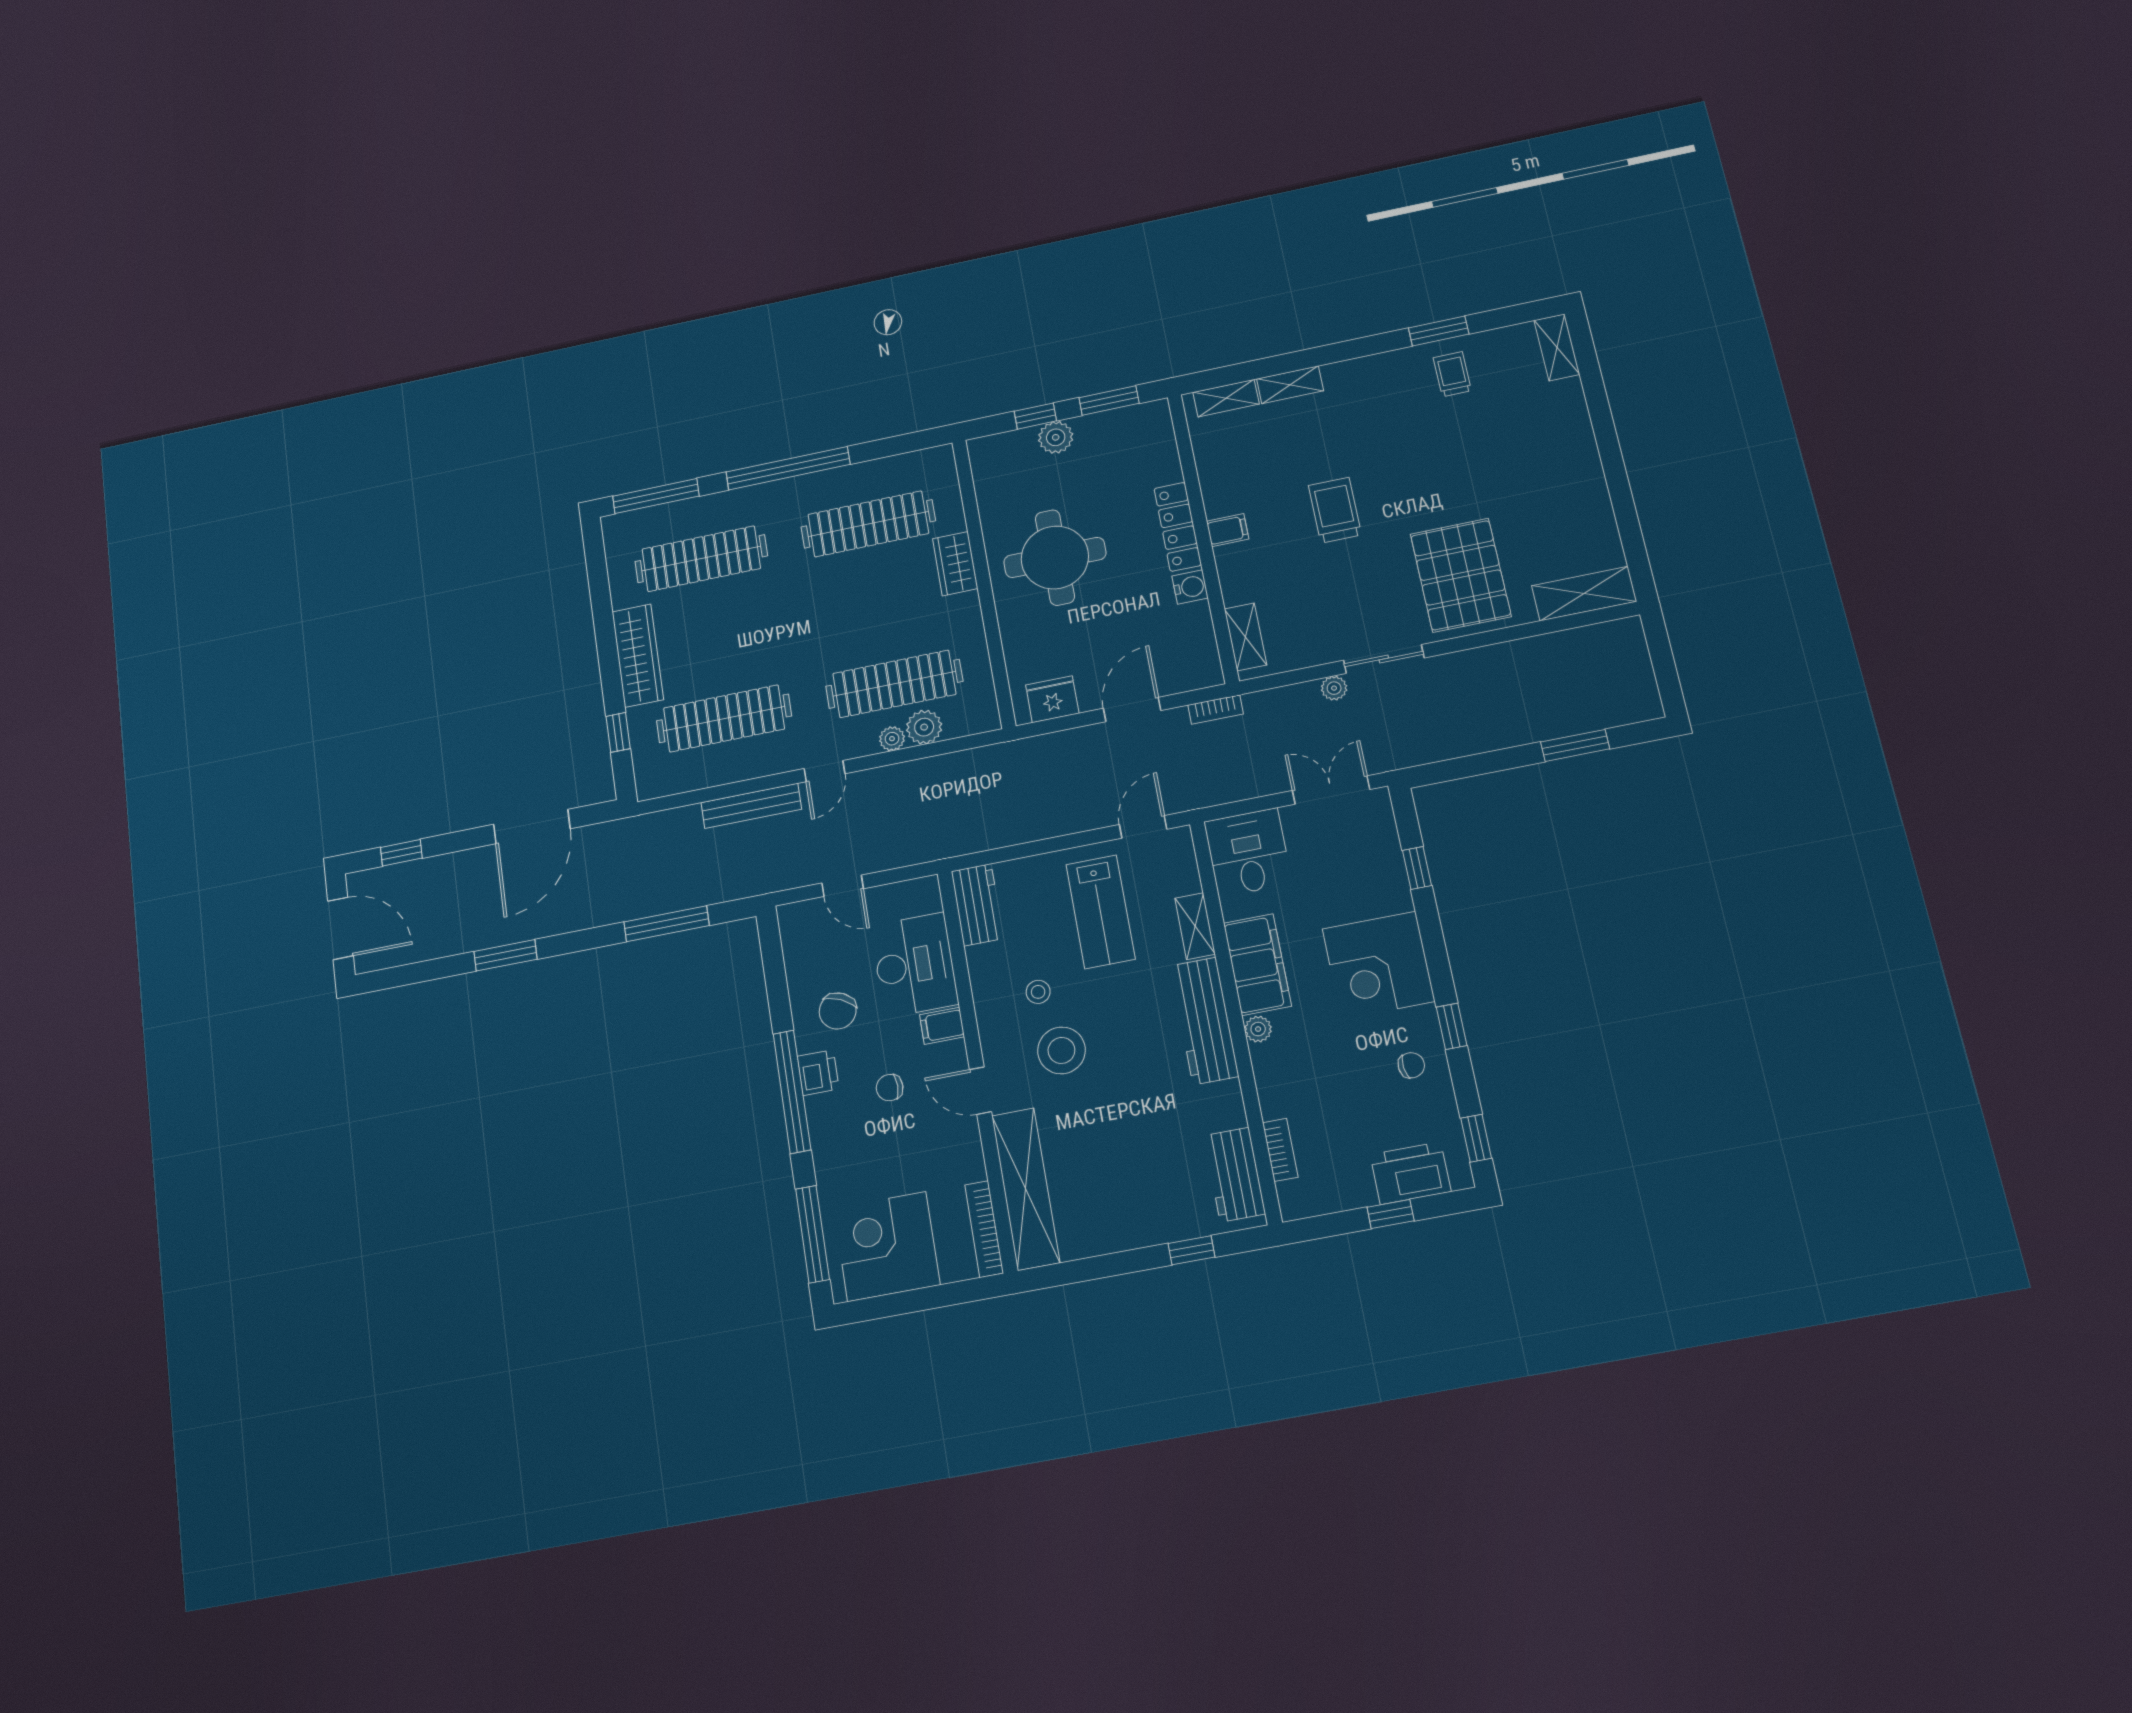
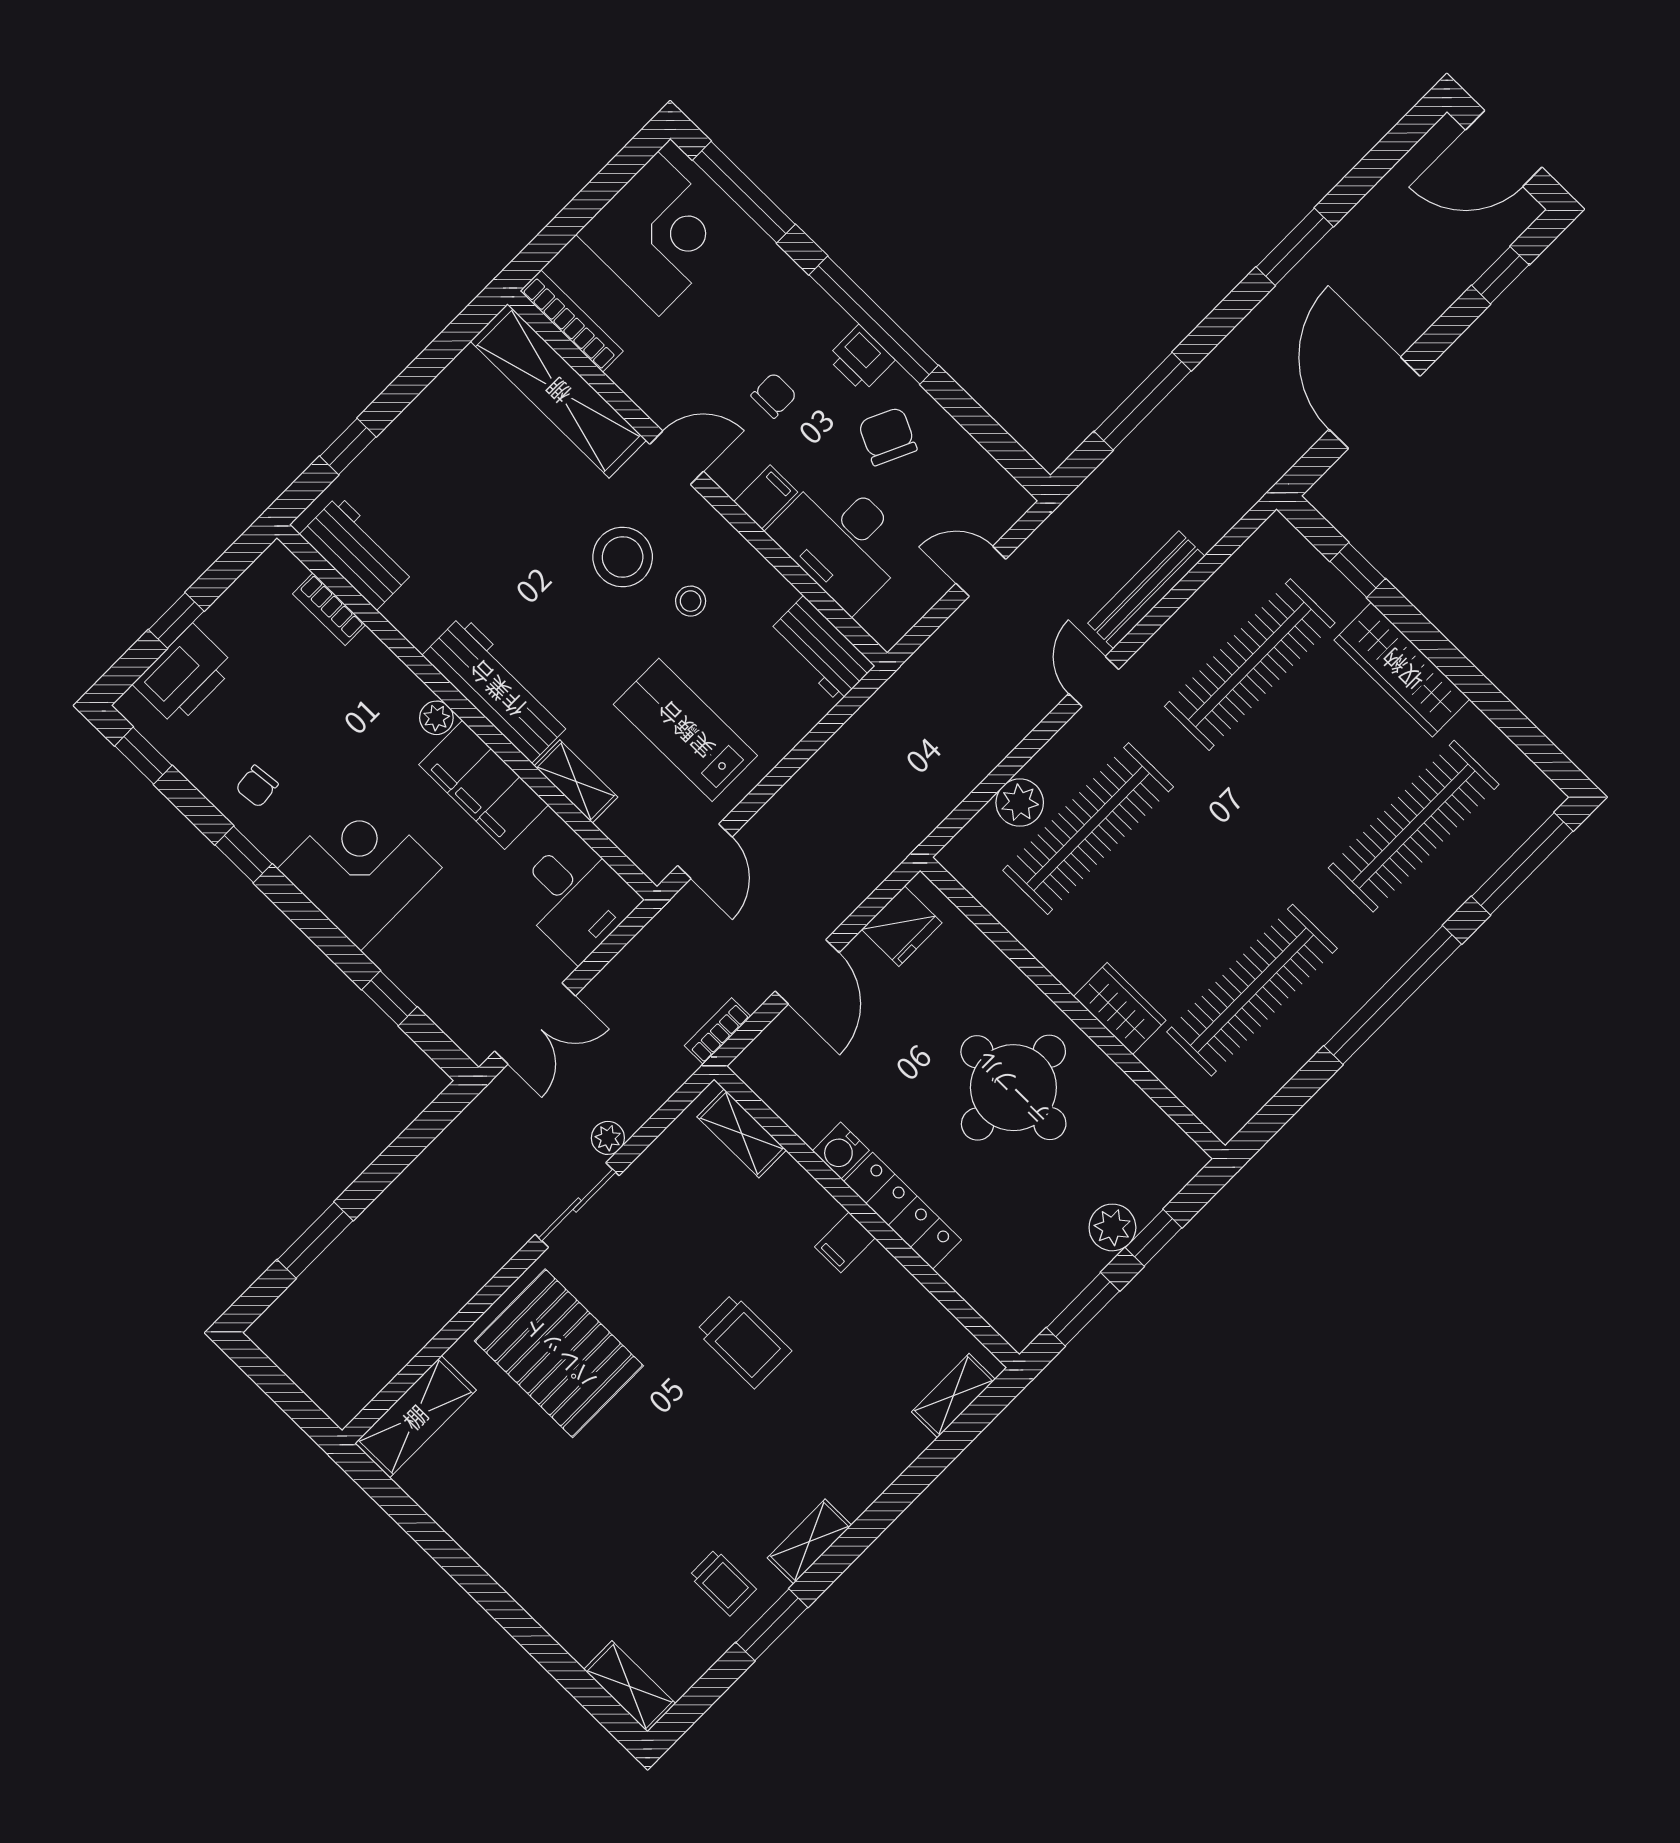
shelving: (1290, 385) -> (809, 1541), moved
plant: (892, 739) -> (1046, 766), removed

